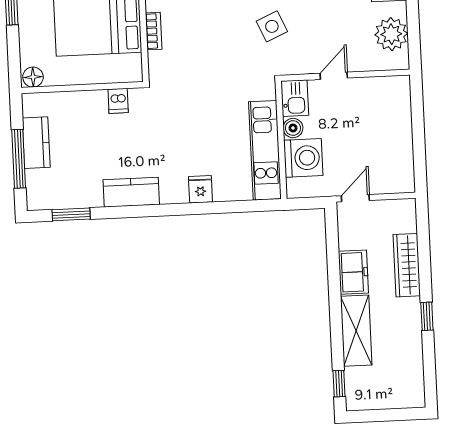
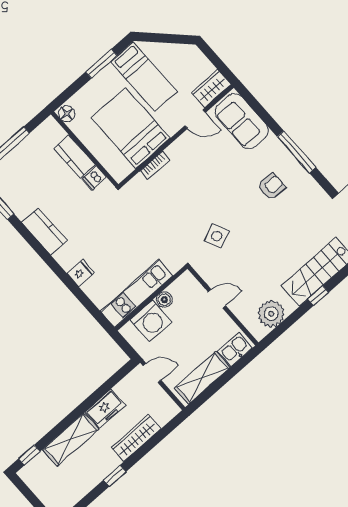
kitchen sink: (295, 98) -> (235, 349), moved, turned 180
kitchen counter: (36, 143) -> (75, 156), moved, turned 90
shelving: (400, 152) -> (202, 378), added

